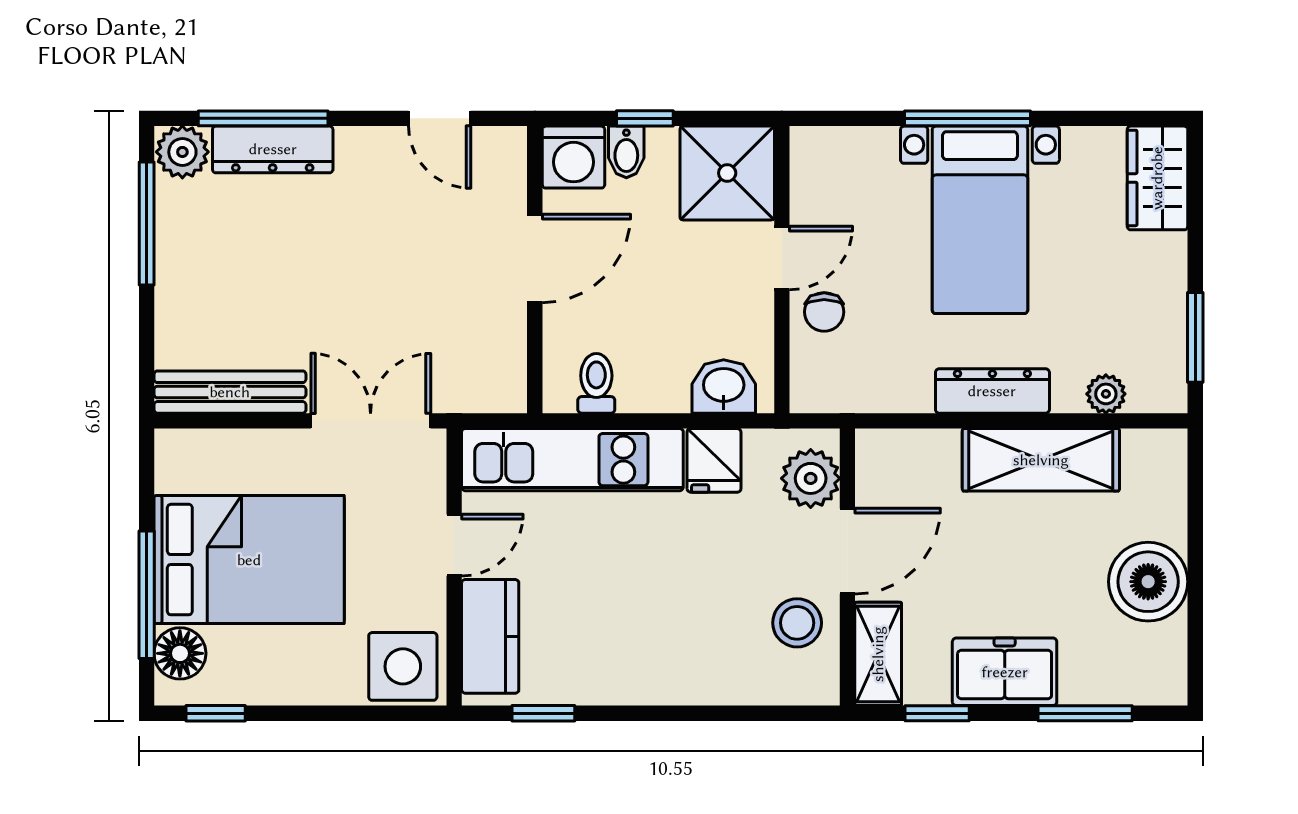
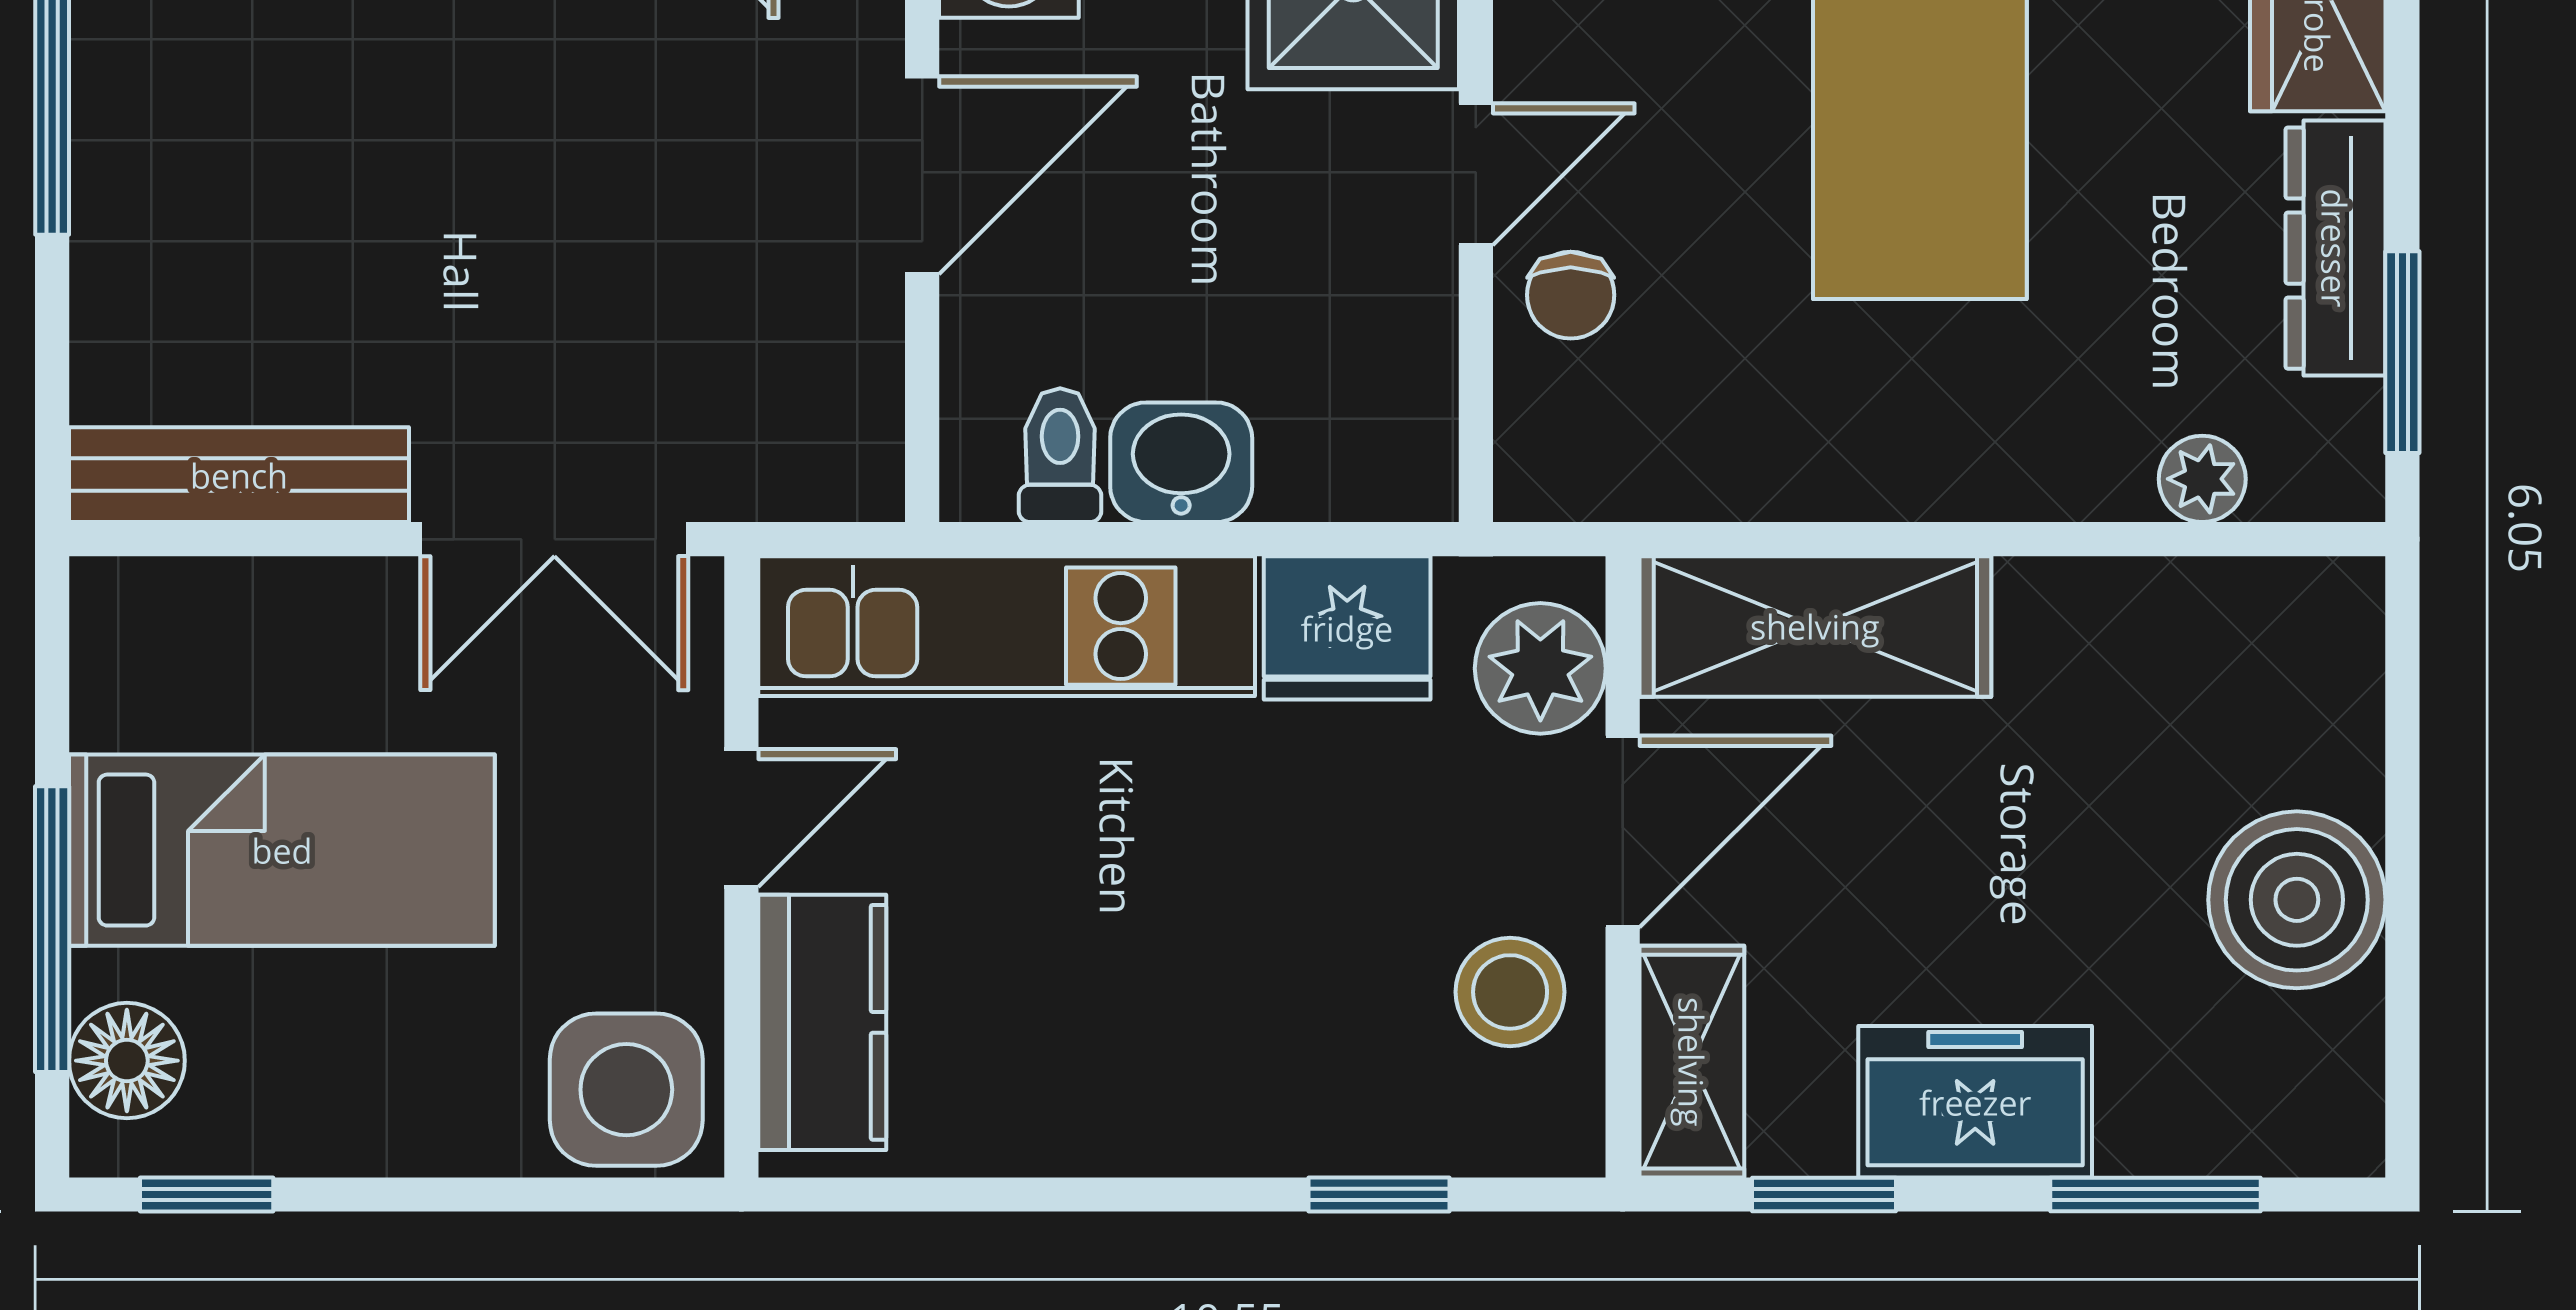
washbasin: (724, 386) -> (1181, 462), moved
dresser: (992, 391) -> (2335, 248), moved, turned -90
double door: (371, 421) -> (554, 539), swing flipped
fridge: (714, 460) -> (1347, 628), width x1.38
shelving: (1041, 460) -> (1815, 626), moved
bed: (249, 560) -> (282, 850), width x0.67
window: (543, 713) -> (1379, 1195), moved

